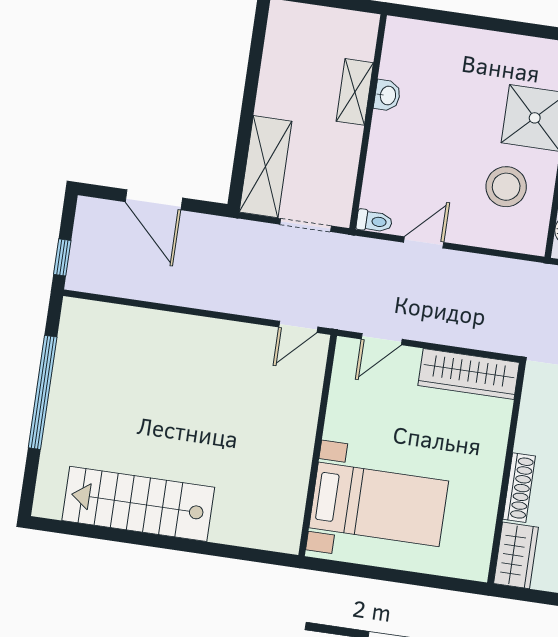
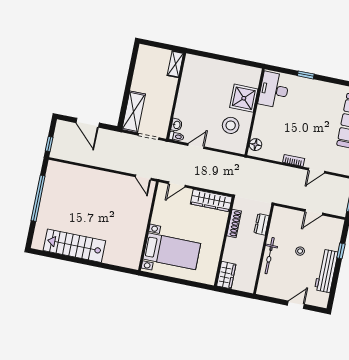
shelving: (355, 92) -> (175, 64), moved
washbasin: (387, 95) -> (177, 125), moved
door: (298, 327) -> (143, 178), hinge flipped
shoe rack: (519, 488) -> (234, 223), moved

